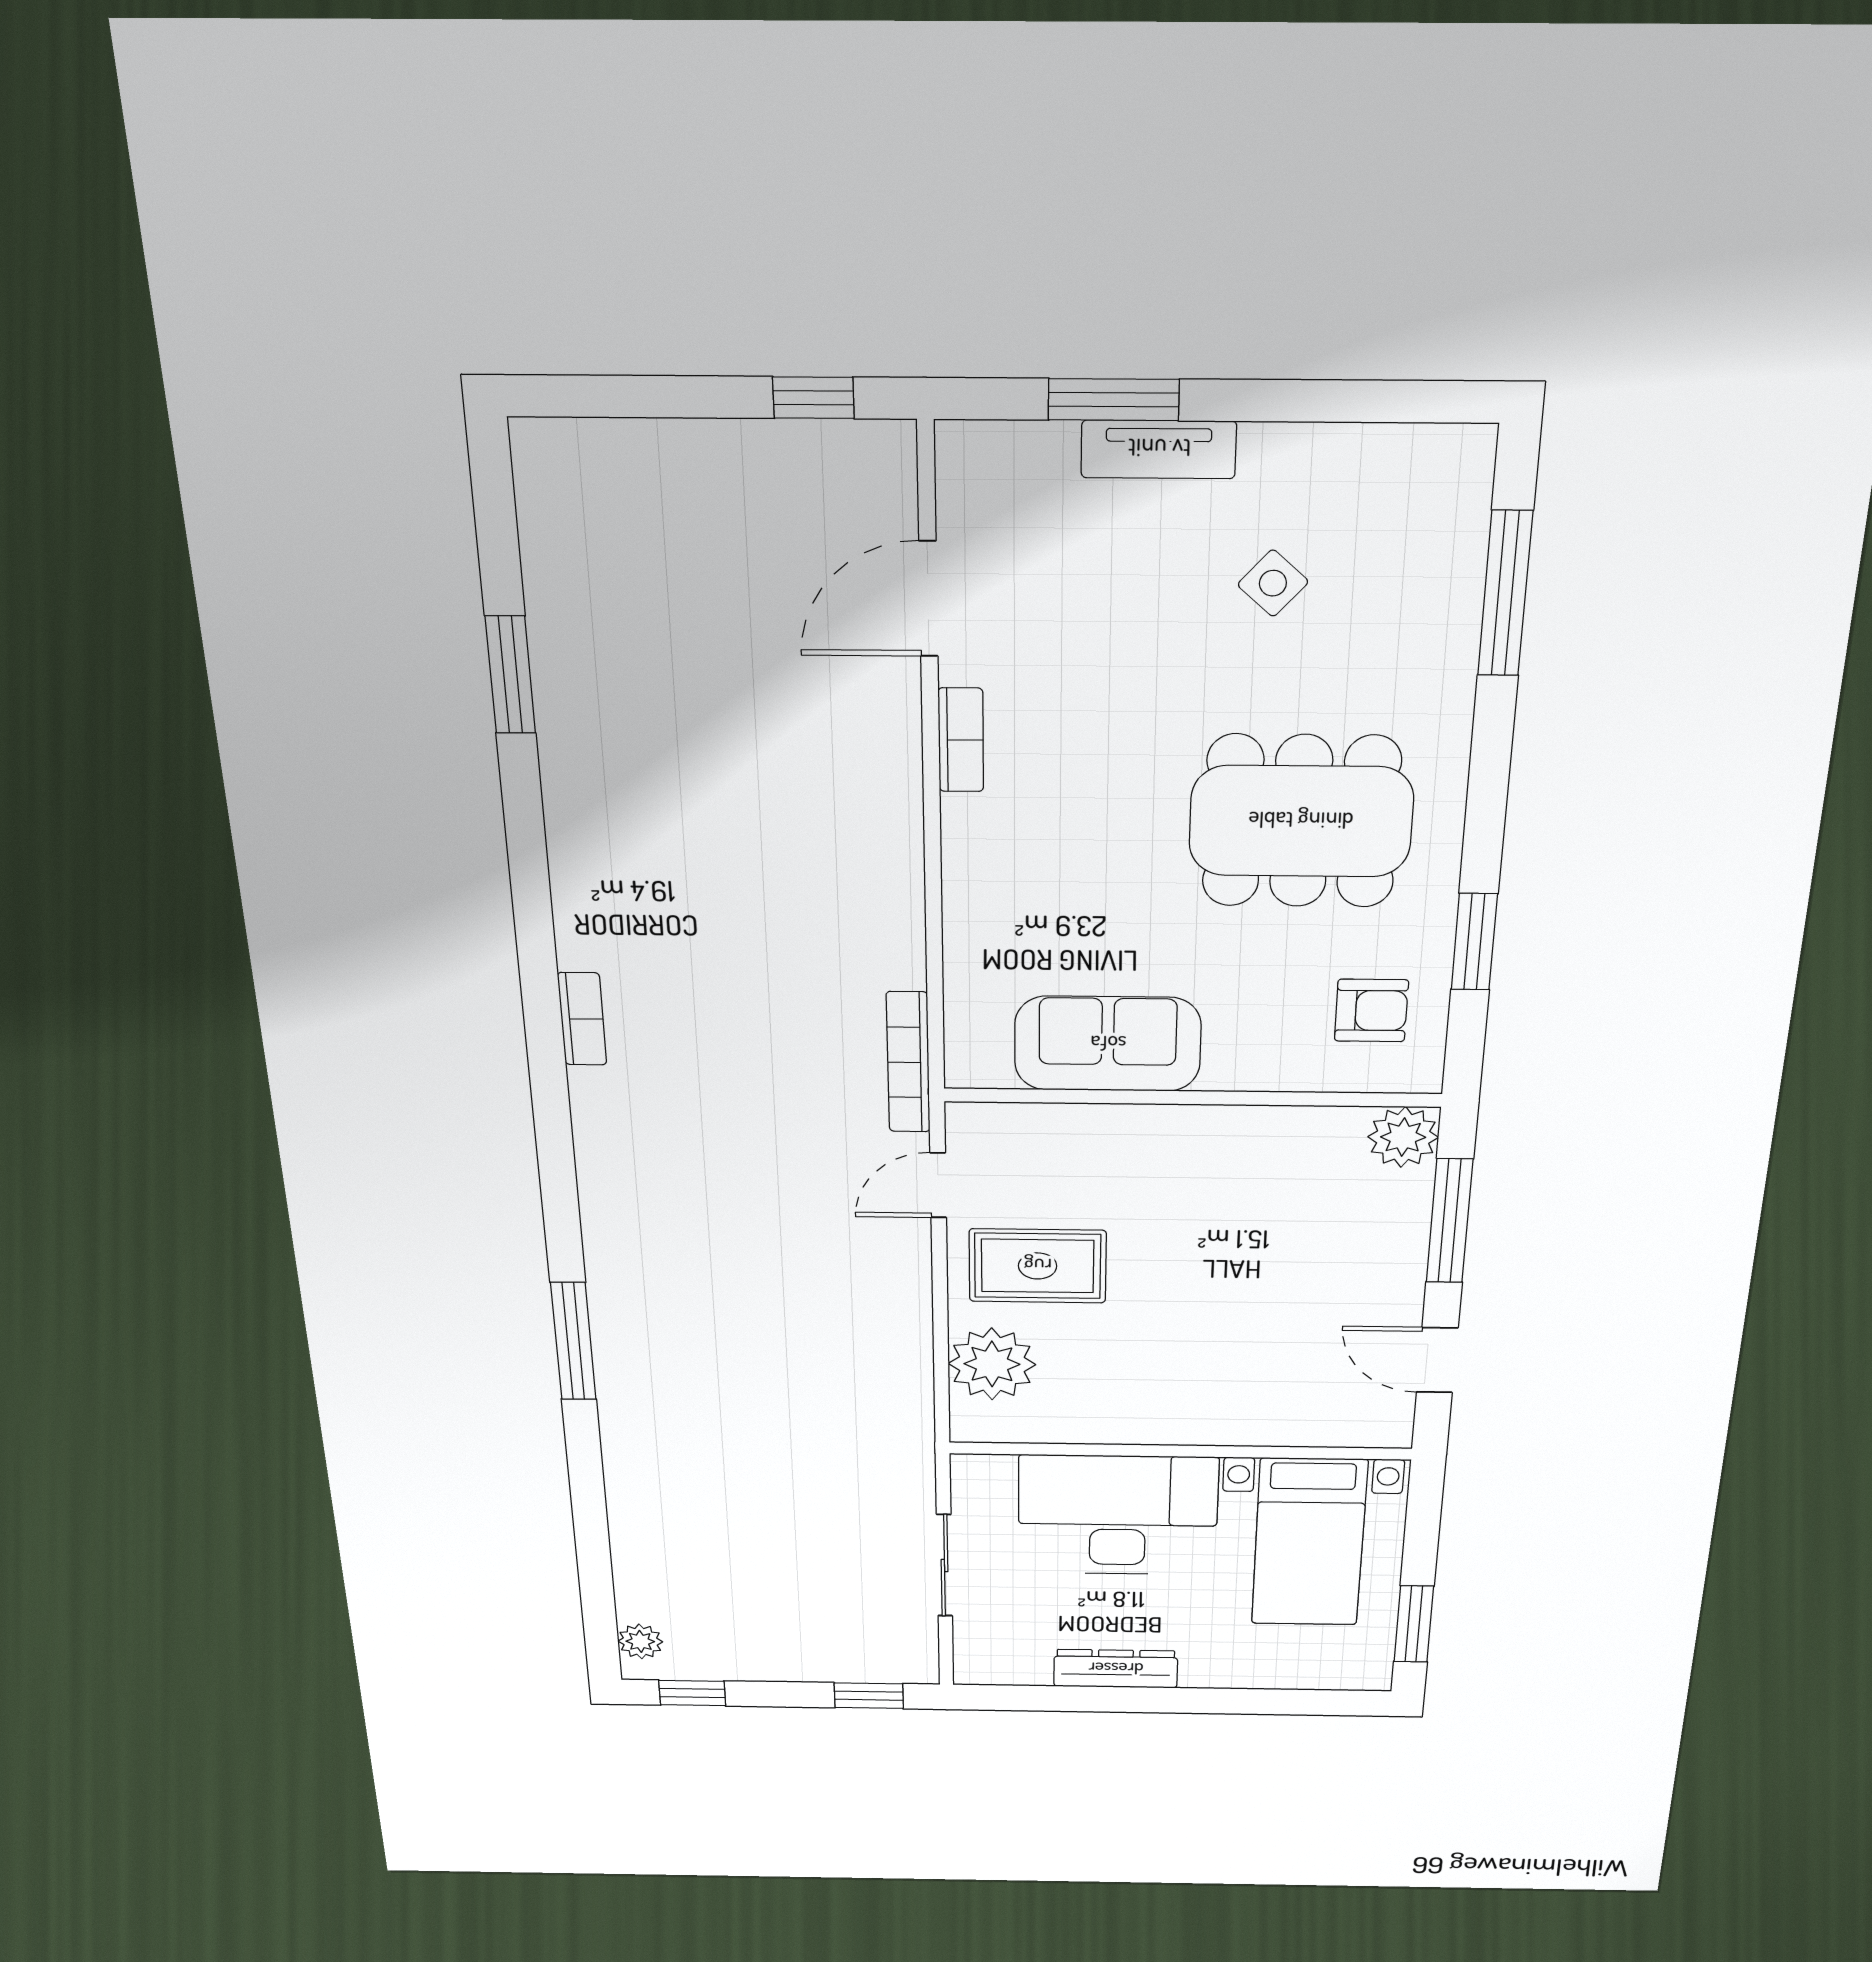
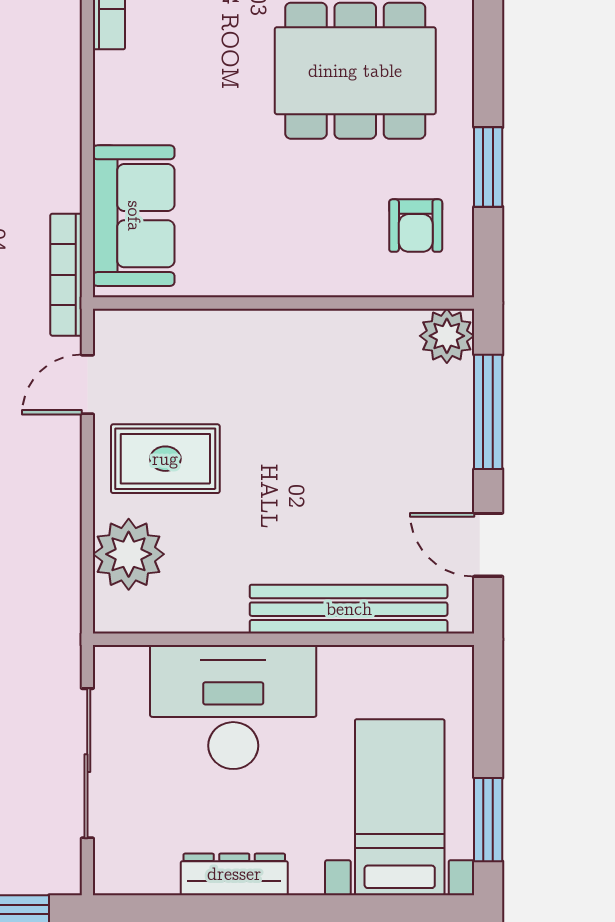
armchair: (1371, 1010) -> (416, 226), turned 90
sofa: (1108, 1044) -> (134, 216), moved, turned 90
bench: (1261, 1422) -> (349, 609), added
bed with nightstands: (1309, 1543) -> (400, 807), moved, turned 180
sliding door: (944, 1566) -> (87, 763), width x1.37

